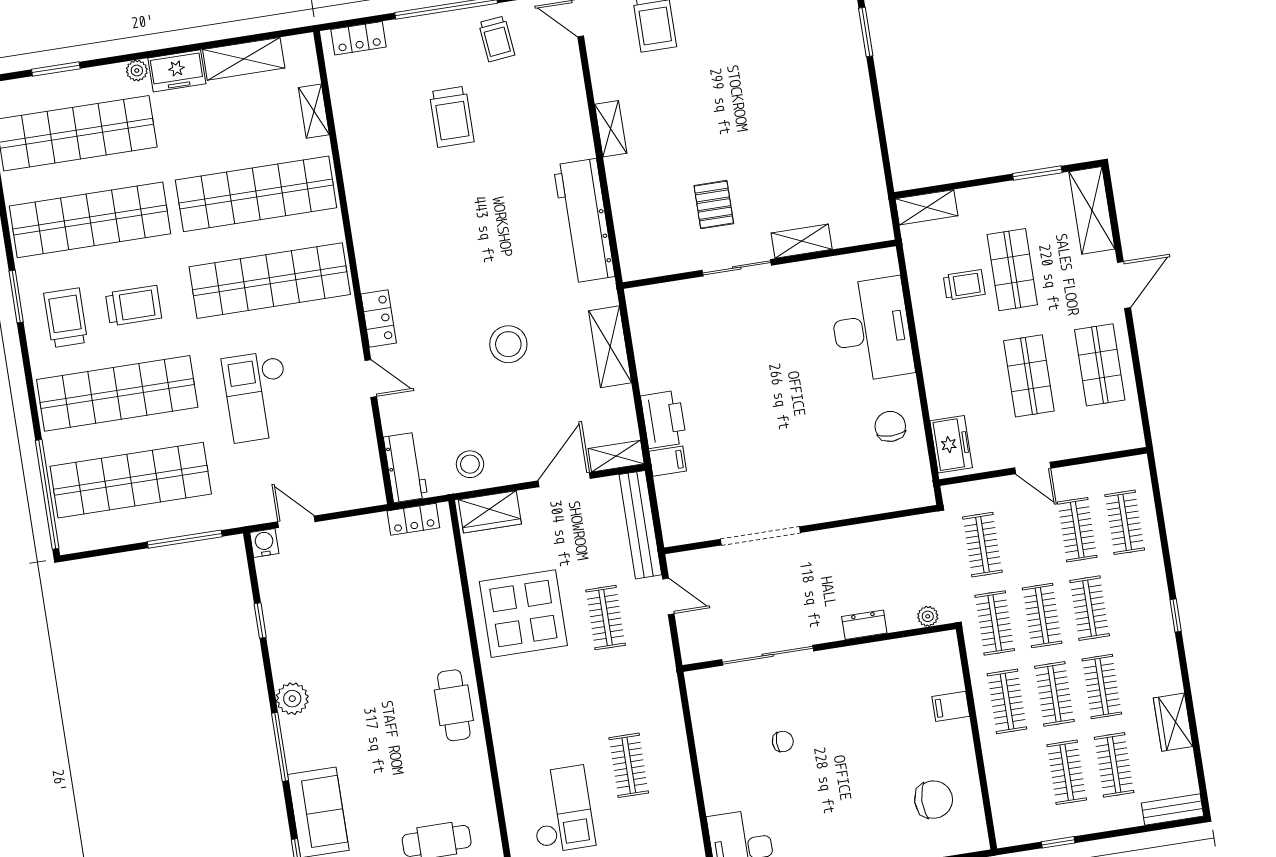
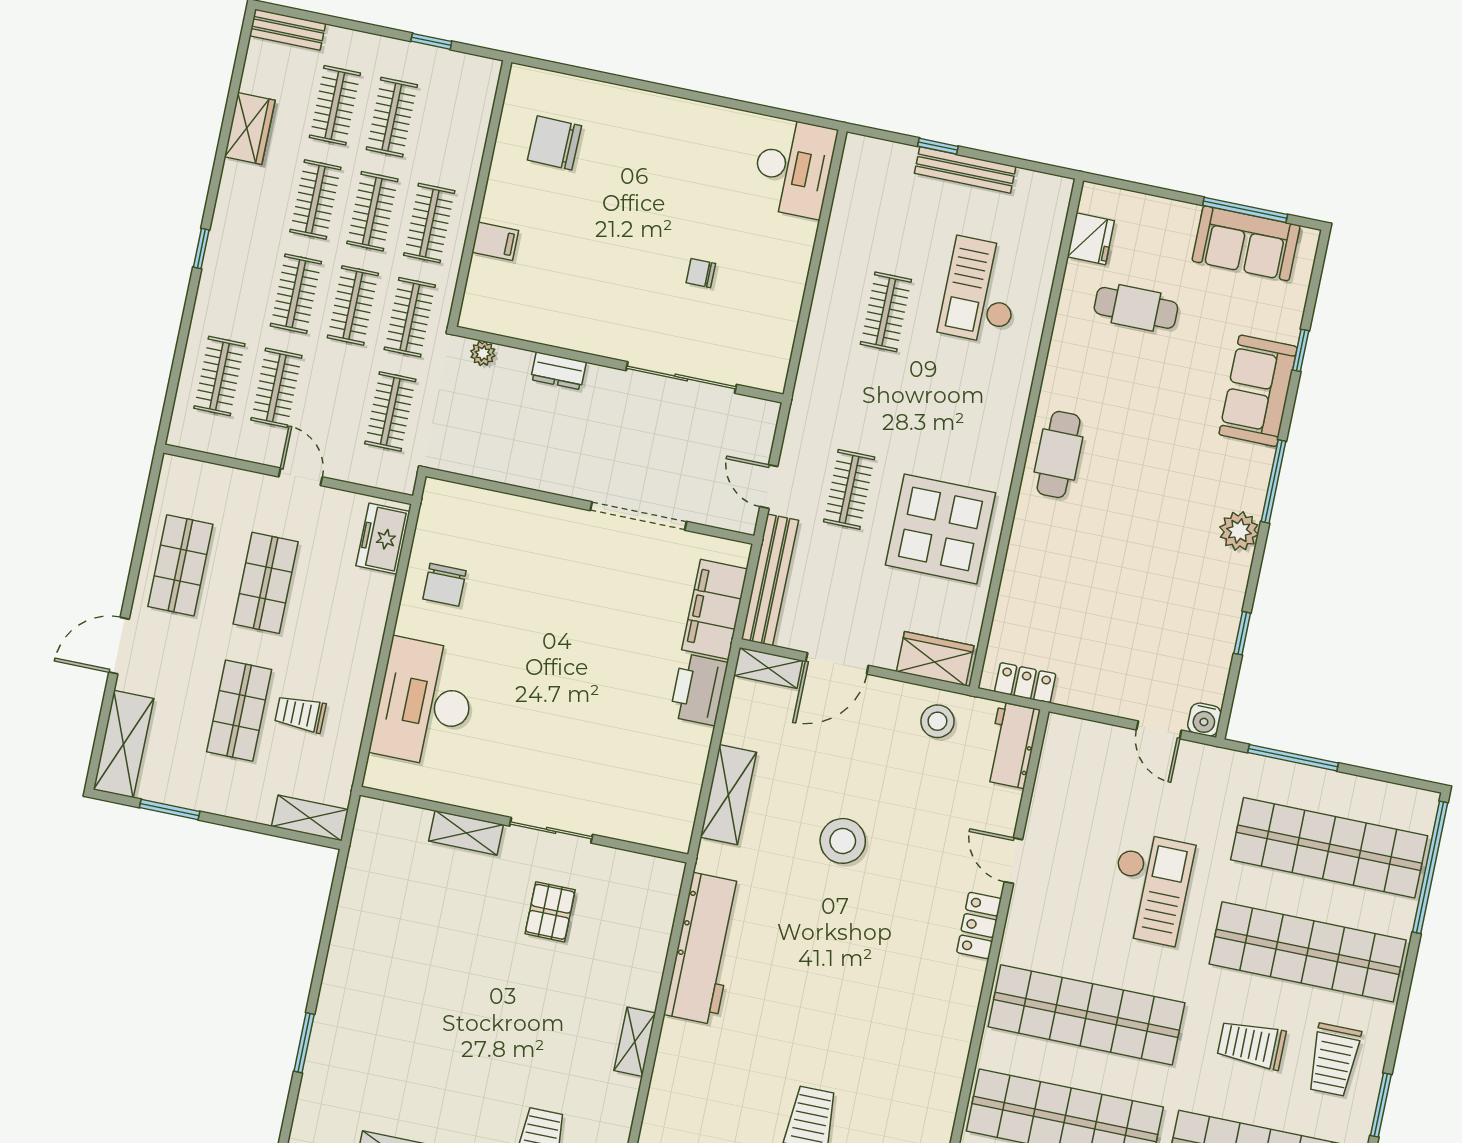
filing cabinet: (668, 461) -> (715, 609), width x3.00, depth x1.17

